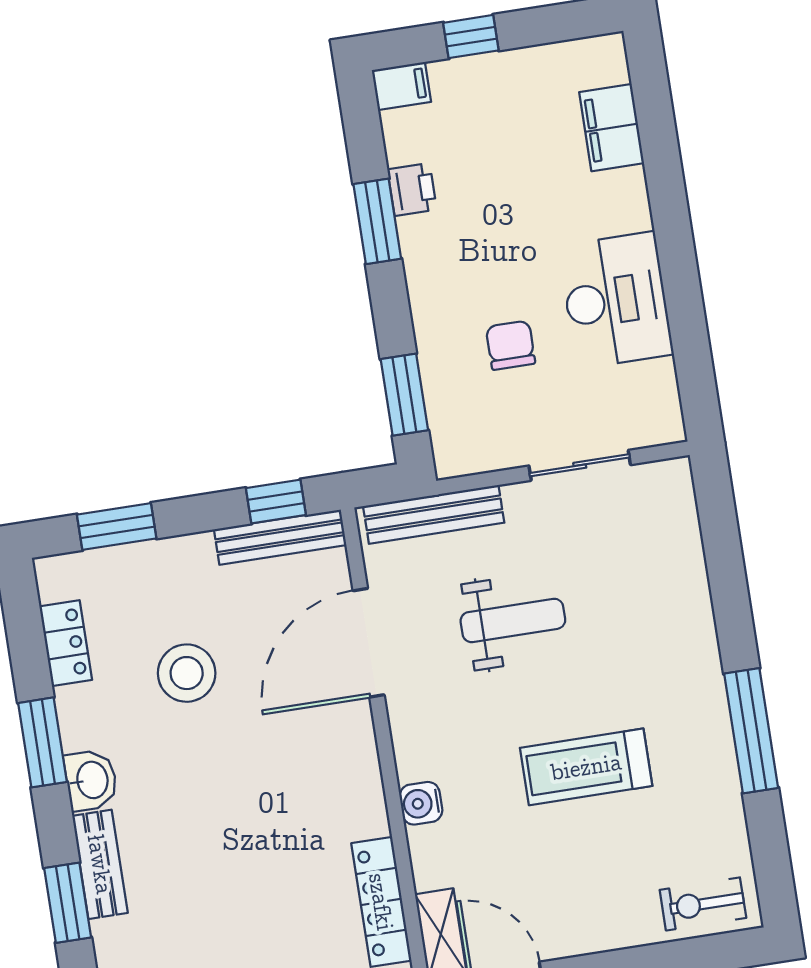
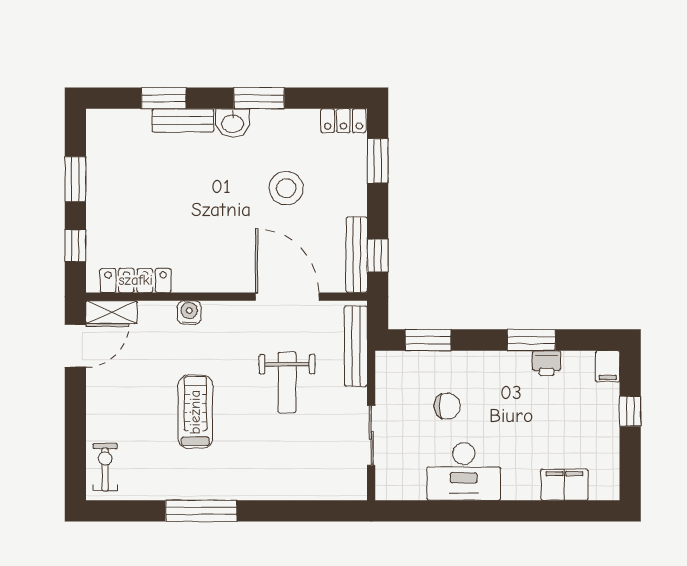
locker: (66, 643) -> (343, 121), moved

